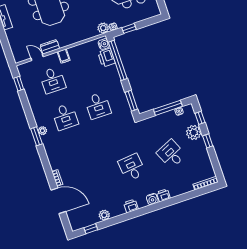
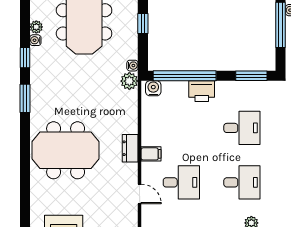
window: (129, 28) -> (143, 24), moved
dresser: (50, 47) -> (130, 148), moved
door: (37, 57) -> (140, 194), swing flipped
printer: (106, 58) -> (202, 91), moved

